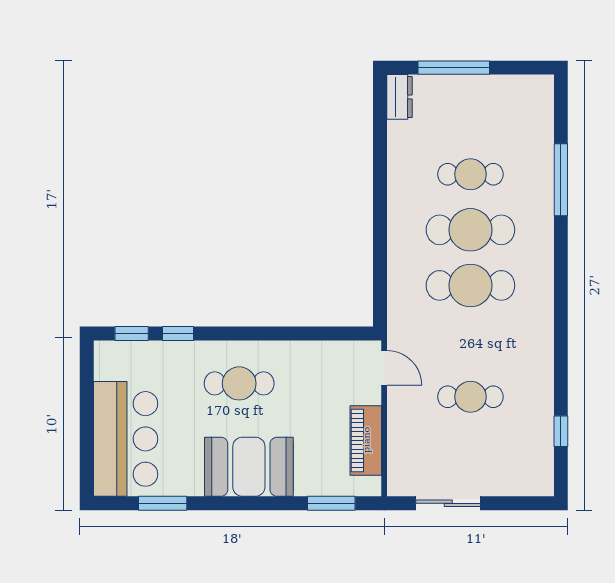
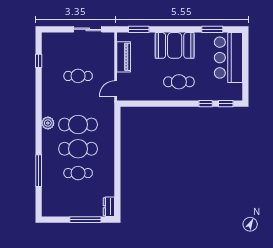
plant: (540, 289) -> (48, 123), added
door: (384, 368) -> (116, 89), hinge flipped

